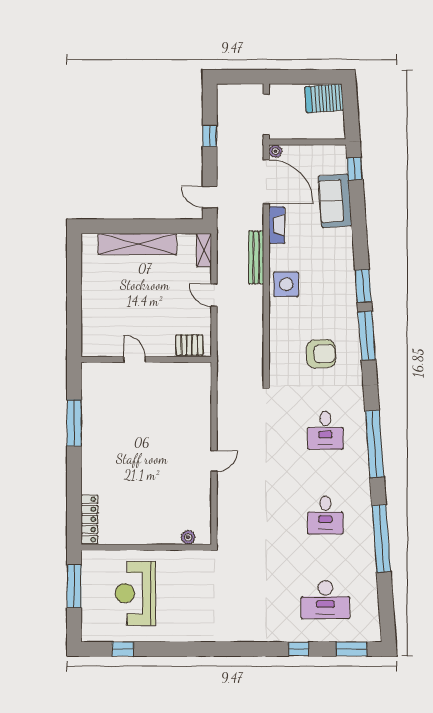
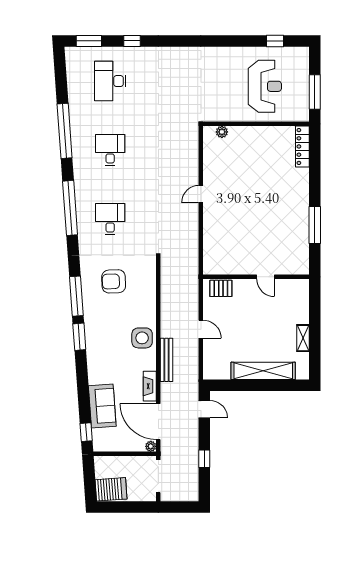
shelving: (204, 250) -> (303, 338), moved
desk: (325, 600) -> (110, 81), turned -90

